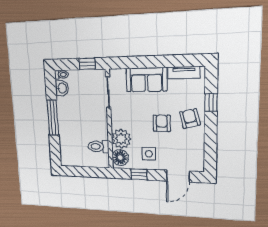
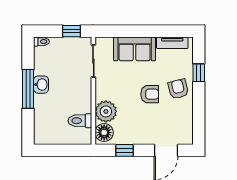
washbasin: (62, 88) -> (41, 85), moved
armchair: (162, 123) -> (150, 94), turned 90
side table: (149, 154) -> (136, 127), removed

